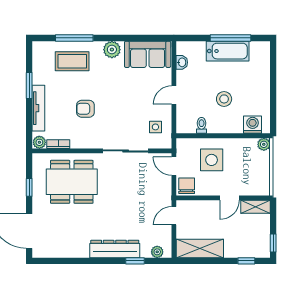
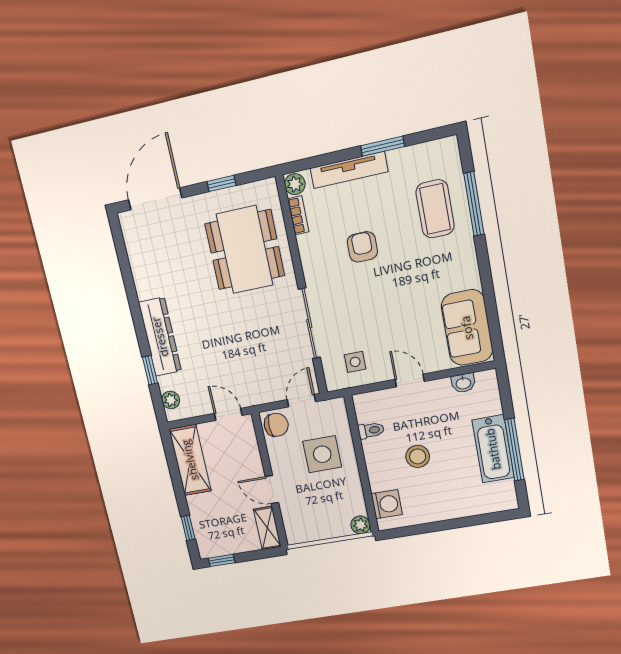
plant: (112, 50) -> (465, 269), removed

